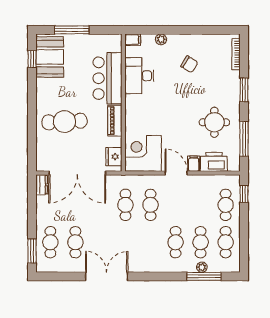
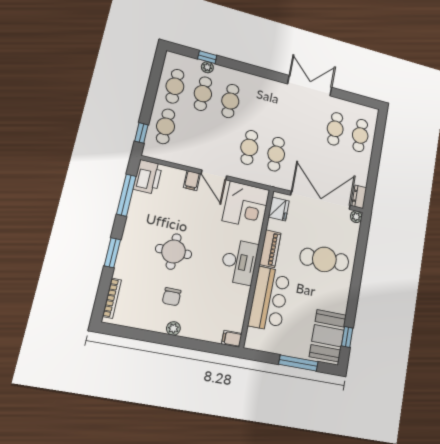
plant: (161, 39) -> (173, 328), moved
chair: (189, 64) -> (172, 297), turned -122
desk: (139, 76) -> (239, 262), moved
round table: (214, 122) -> (174, 251), moved
printer: (214, 162) -> (148, 177), moved, turned -90
plant: (41, 166) -> (356, 217), added
window: (32, 251) -> (380, 132), removed
double door: (107, 276) -> (310, 86), swing flipped
window: (204, 276) -> (207, 57), width x0.46

